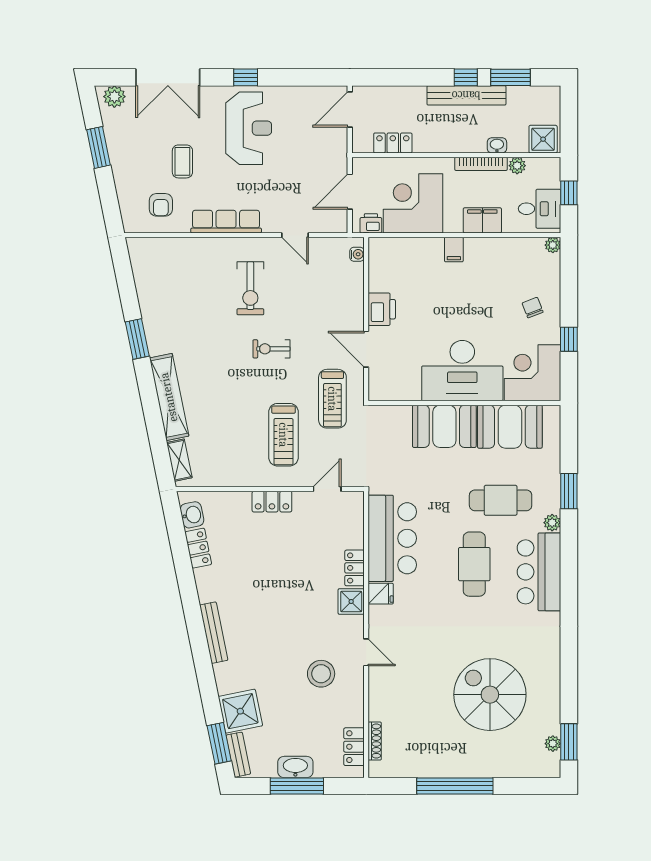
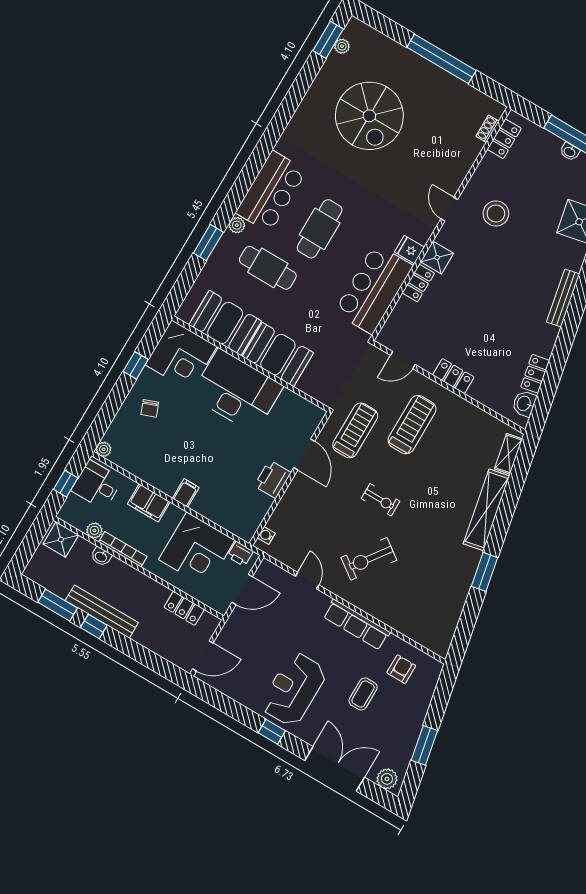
exercise bike: (250, 288) -> (369, 559), turned -144
shoe rack: (375, 741) -> (487, 129), width x0.70
washbasin: (295, 767) -> (570, 152), width x0.52, depth x0.69

